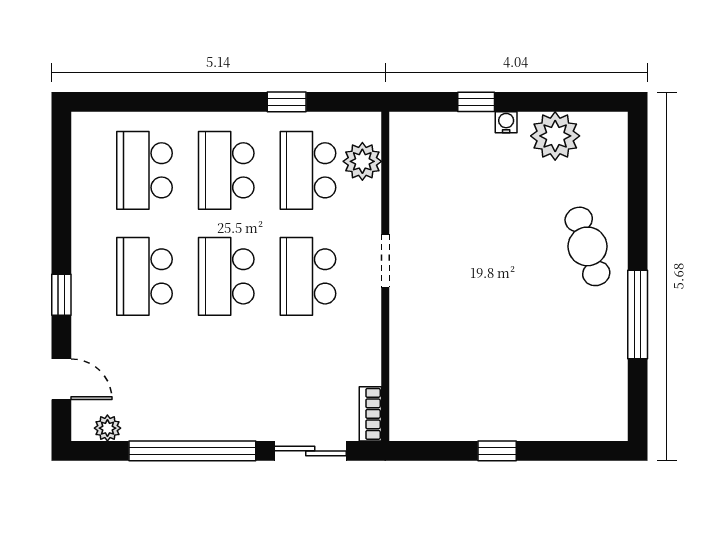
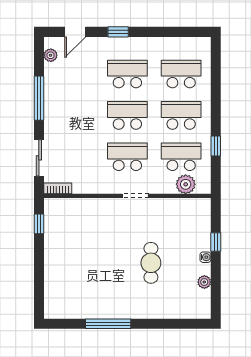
plant: (555, 136) -> (204, 282), width x0.53, depth x0.53
cafe table: (587, 246) -> (151, 263), moved, turned -72
window: (192, 451) -> (39, 98), width x0.68
window: (497, 451) -> (39, 224), moved

